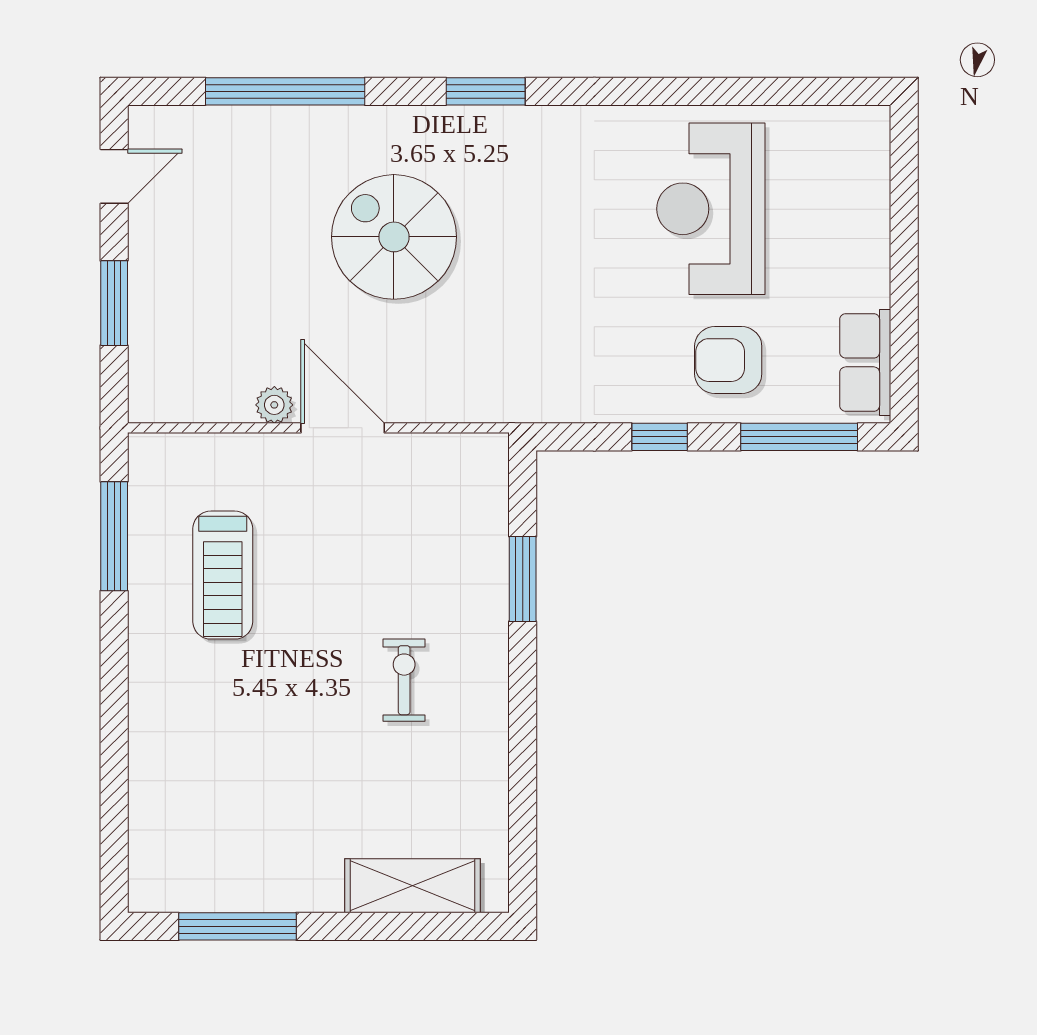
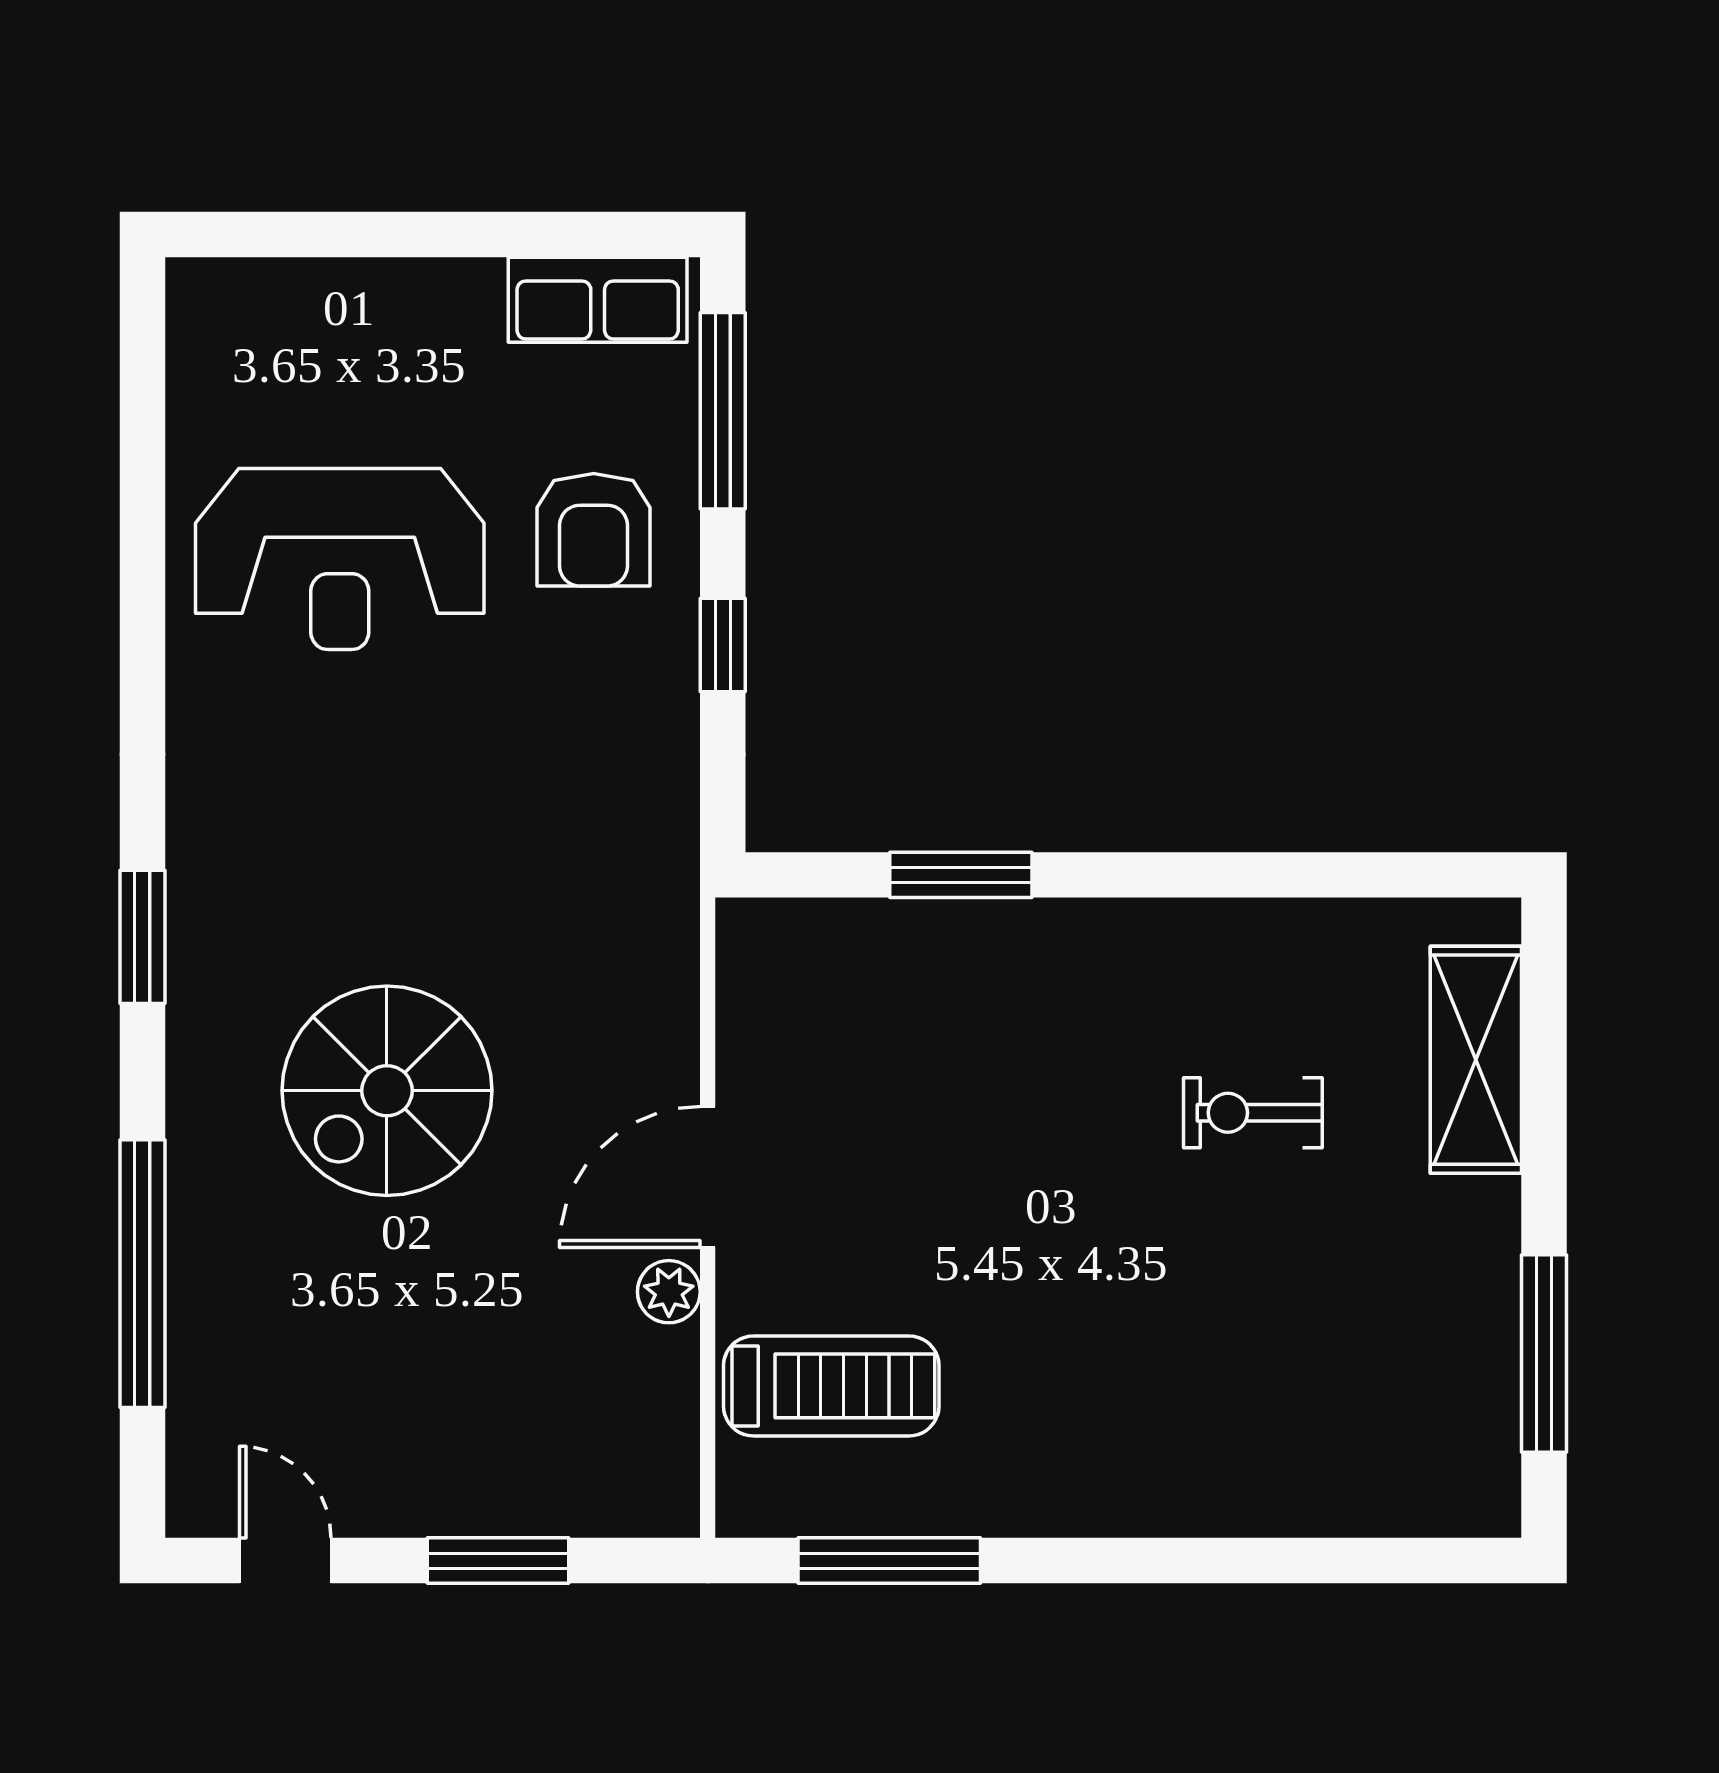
treadmill: (223, 575) -> (831, 1386), moved
exercise bike: (404, 680) -> (1253, 1113), moved

